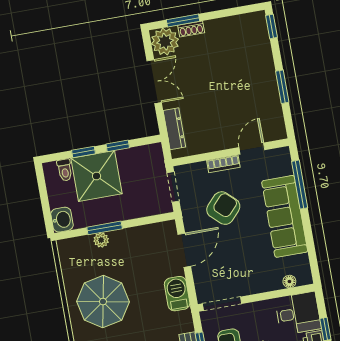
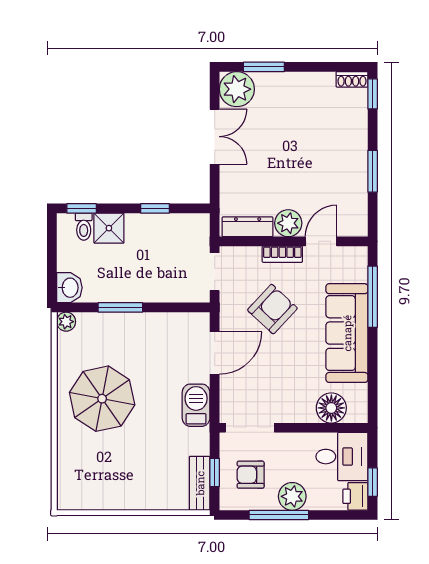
shoe rack: (191, 29) -> (352, 79), moved
dresser: (174, 129) -> (248, 227), moved, turned -90
plant: (224, 139) -> (288, 223), added
window: (83, 152) -> (82, 208), moved
shower: (97, 176) -> (109, 228), width x0.54, depth x0.54
plant: (101, 240) -> (66, 322), moved
floor lamp: (289, 282) -> (331, 408), width x1.89, depth x1.89

